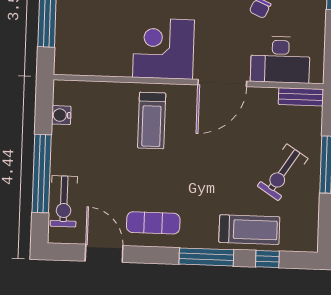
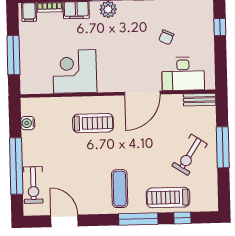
corner desk: (164, 49) -> (75, 71), moved
treadmill: (152, 121) -> (93, 123), turned -90
exercise mat: (153, 223) -> (120, 189), moved, turned 90
treadmill: (249, 230) -> (168, 197), turned 180

